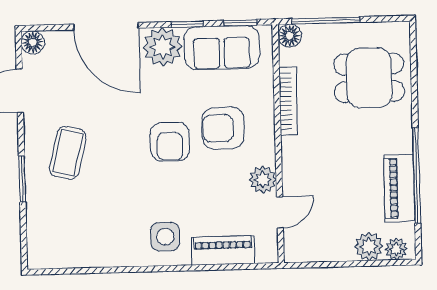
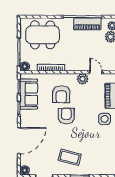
plant: (163, 47) -> (28, 118), removed
dining table: (369, 78) -> (43, 35), width x1.38
armchair: (170, 142) -> (66, 116), turned -90

